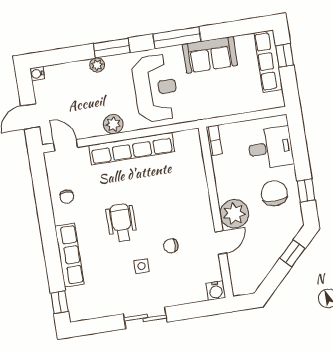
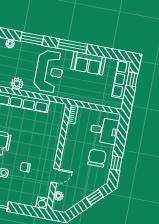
plant: (97, 65) -> (10, 44), moved
plant: (234, 214) -> (58, 196), moved, width x0.53, depth x0.53

